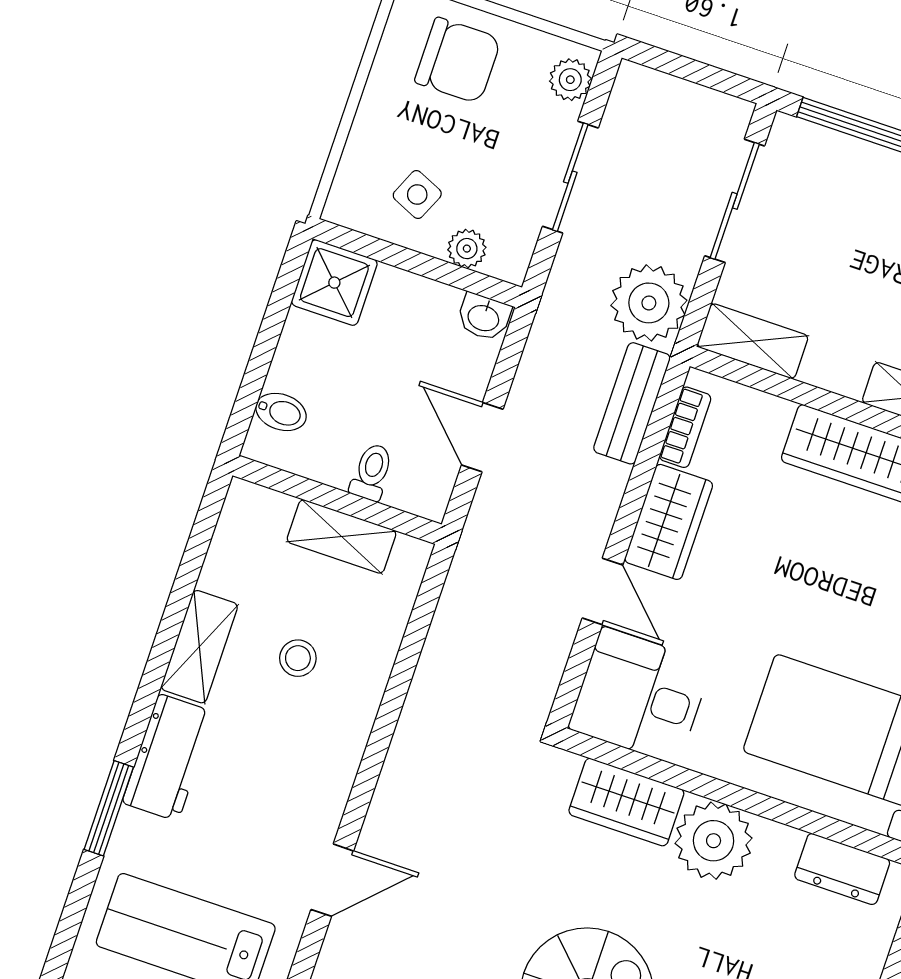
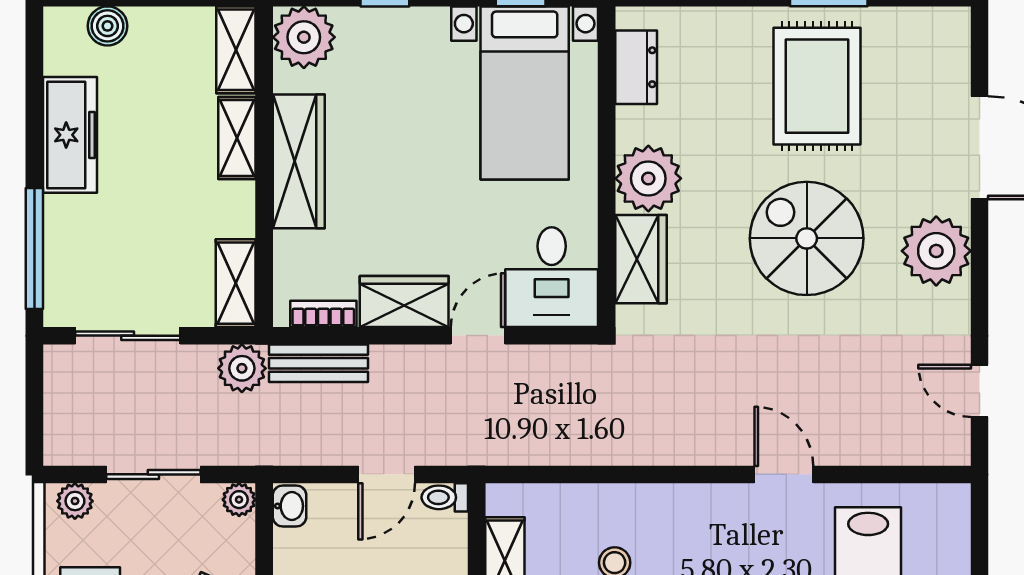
plant: (467, 249) -> (239, 500), moved
plant: (649, 303) -> (242, 368), width x0.73, depth x0.73
toilet: (372, 472) -> (445, 497), moved

